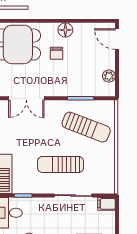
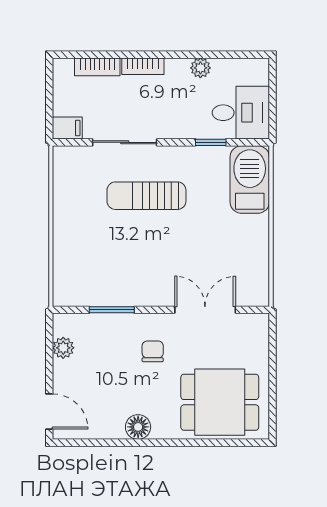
chair: (56, 53) -> (153, 351), moved
sun lounger: (86, 127) -> (102, 260), removed
sun lounger: (61, 164) -> (146, 196), turned 180

